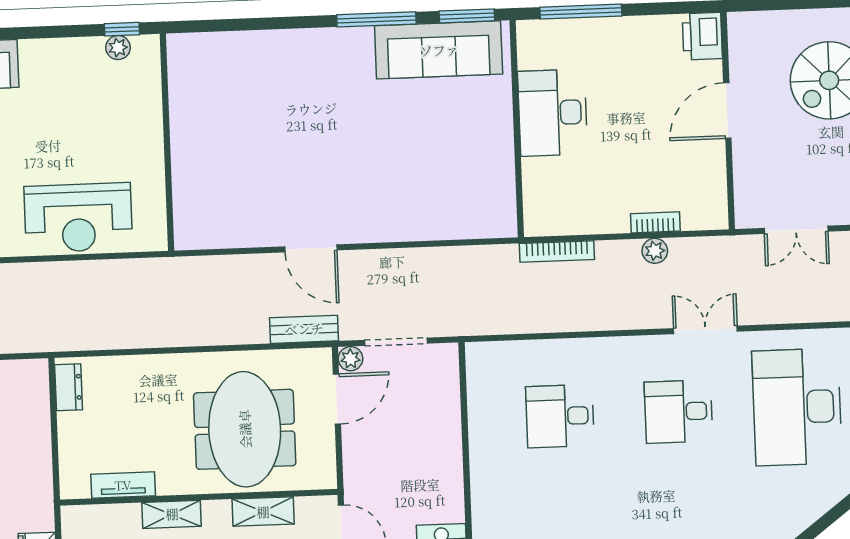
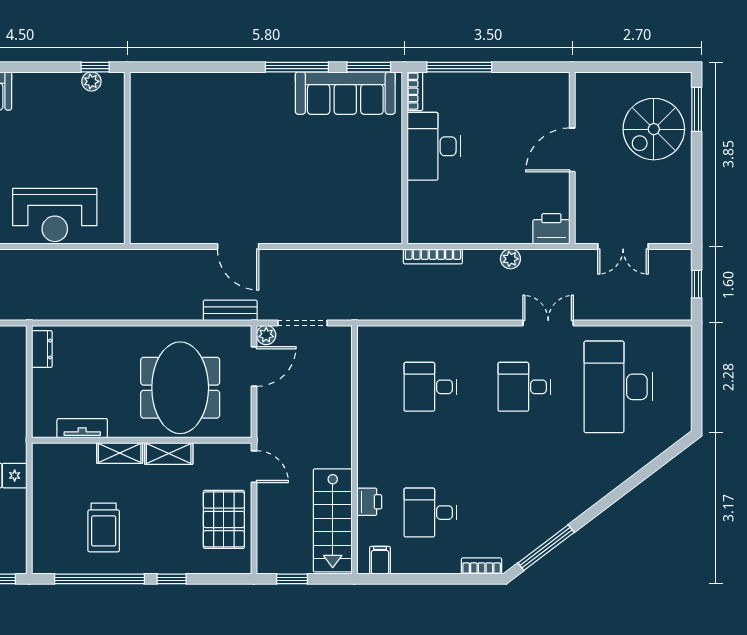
printer: (702, 36) -> (551, 229), moved, turned 90
bookcase: (655, 222) -> (415, 91), moved, turned 90
shelving: (263, 512) -> (169, 453), moved

